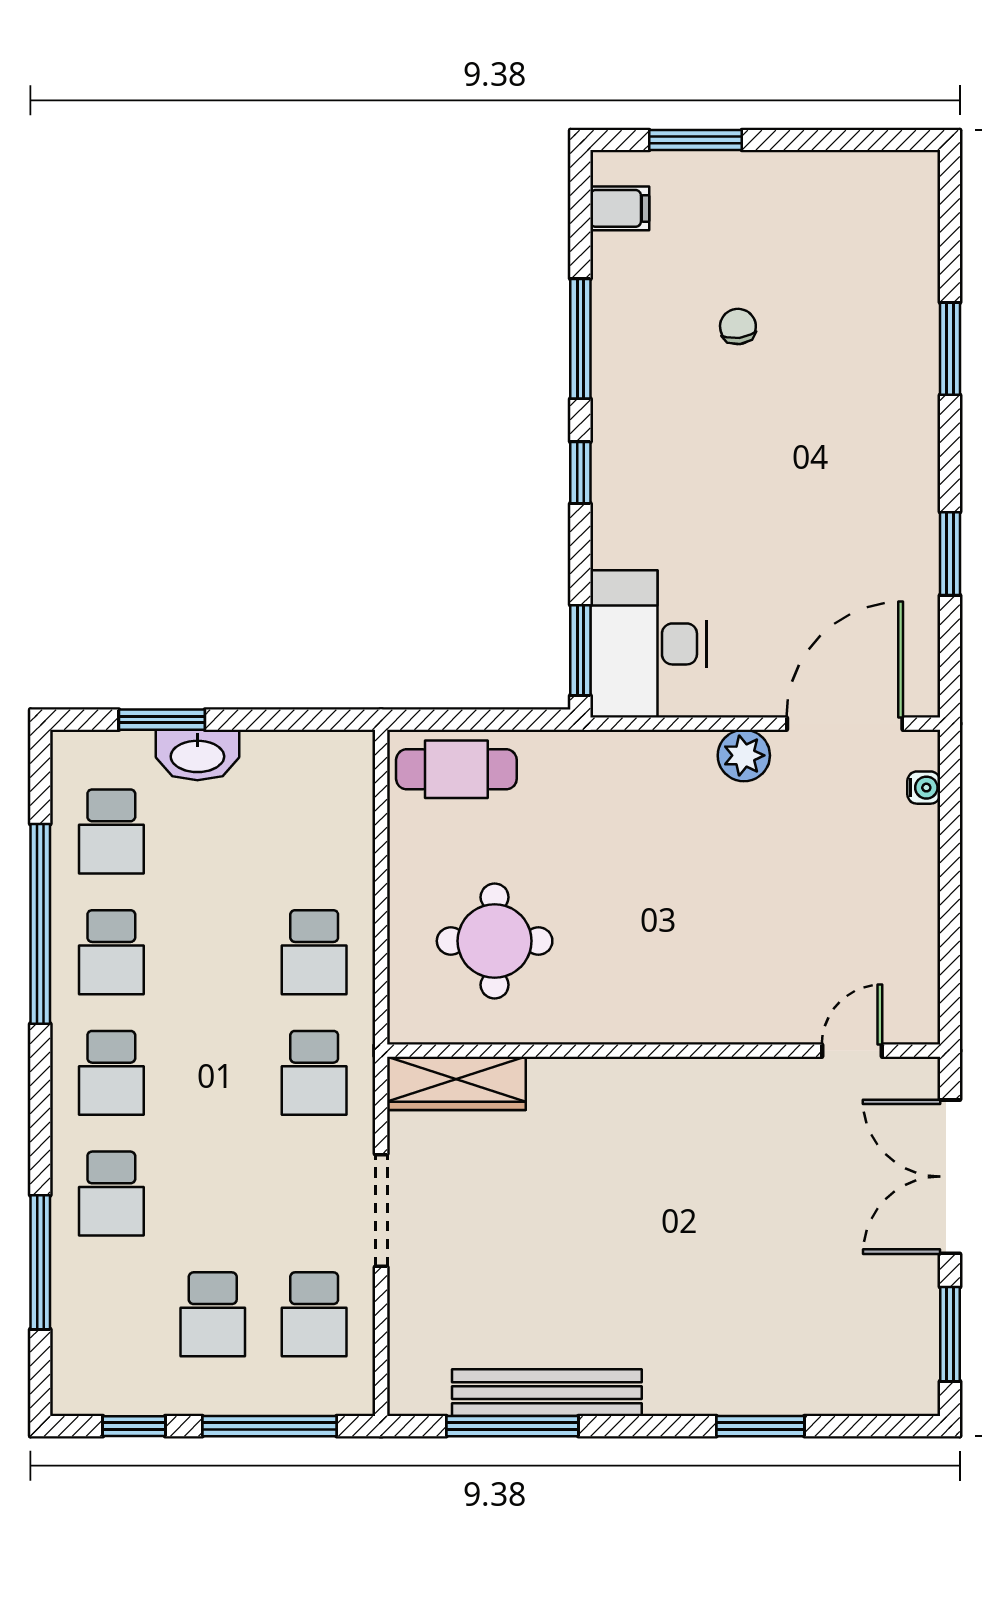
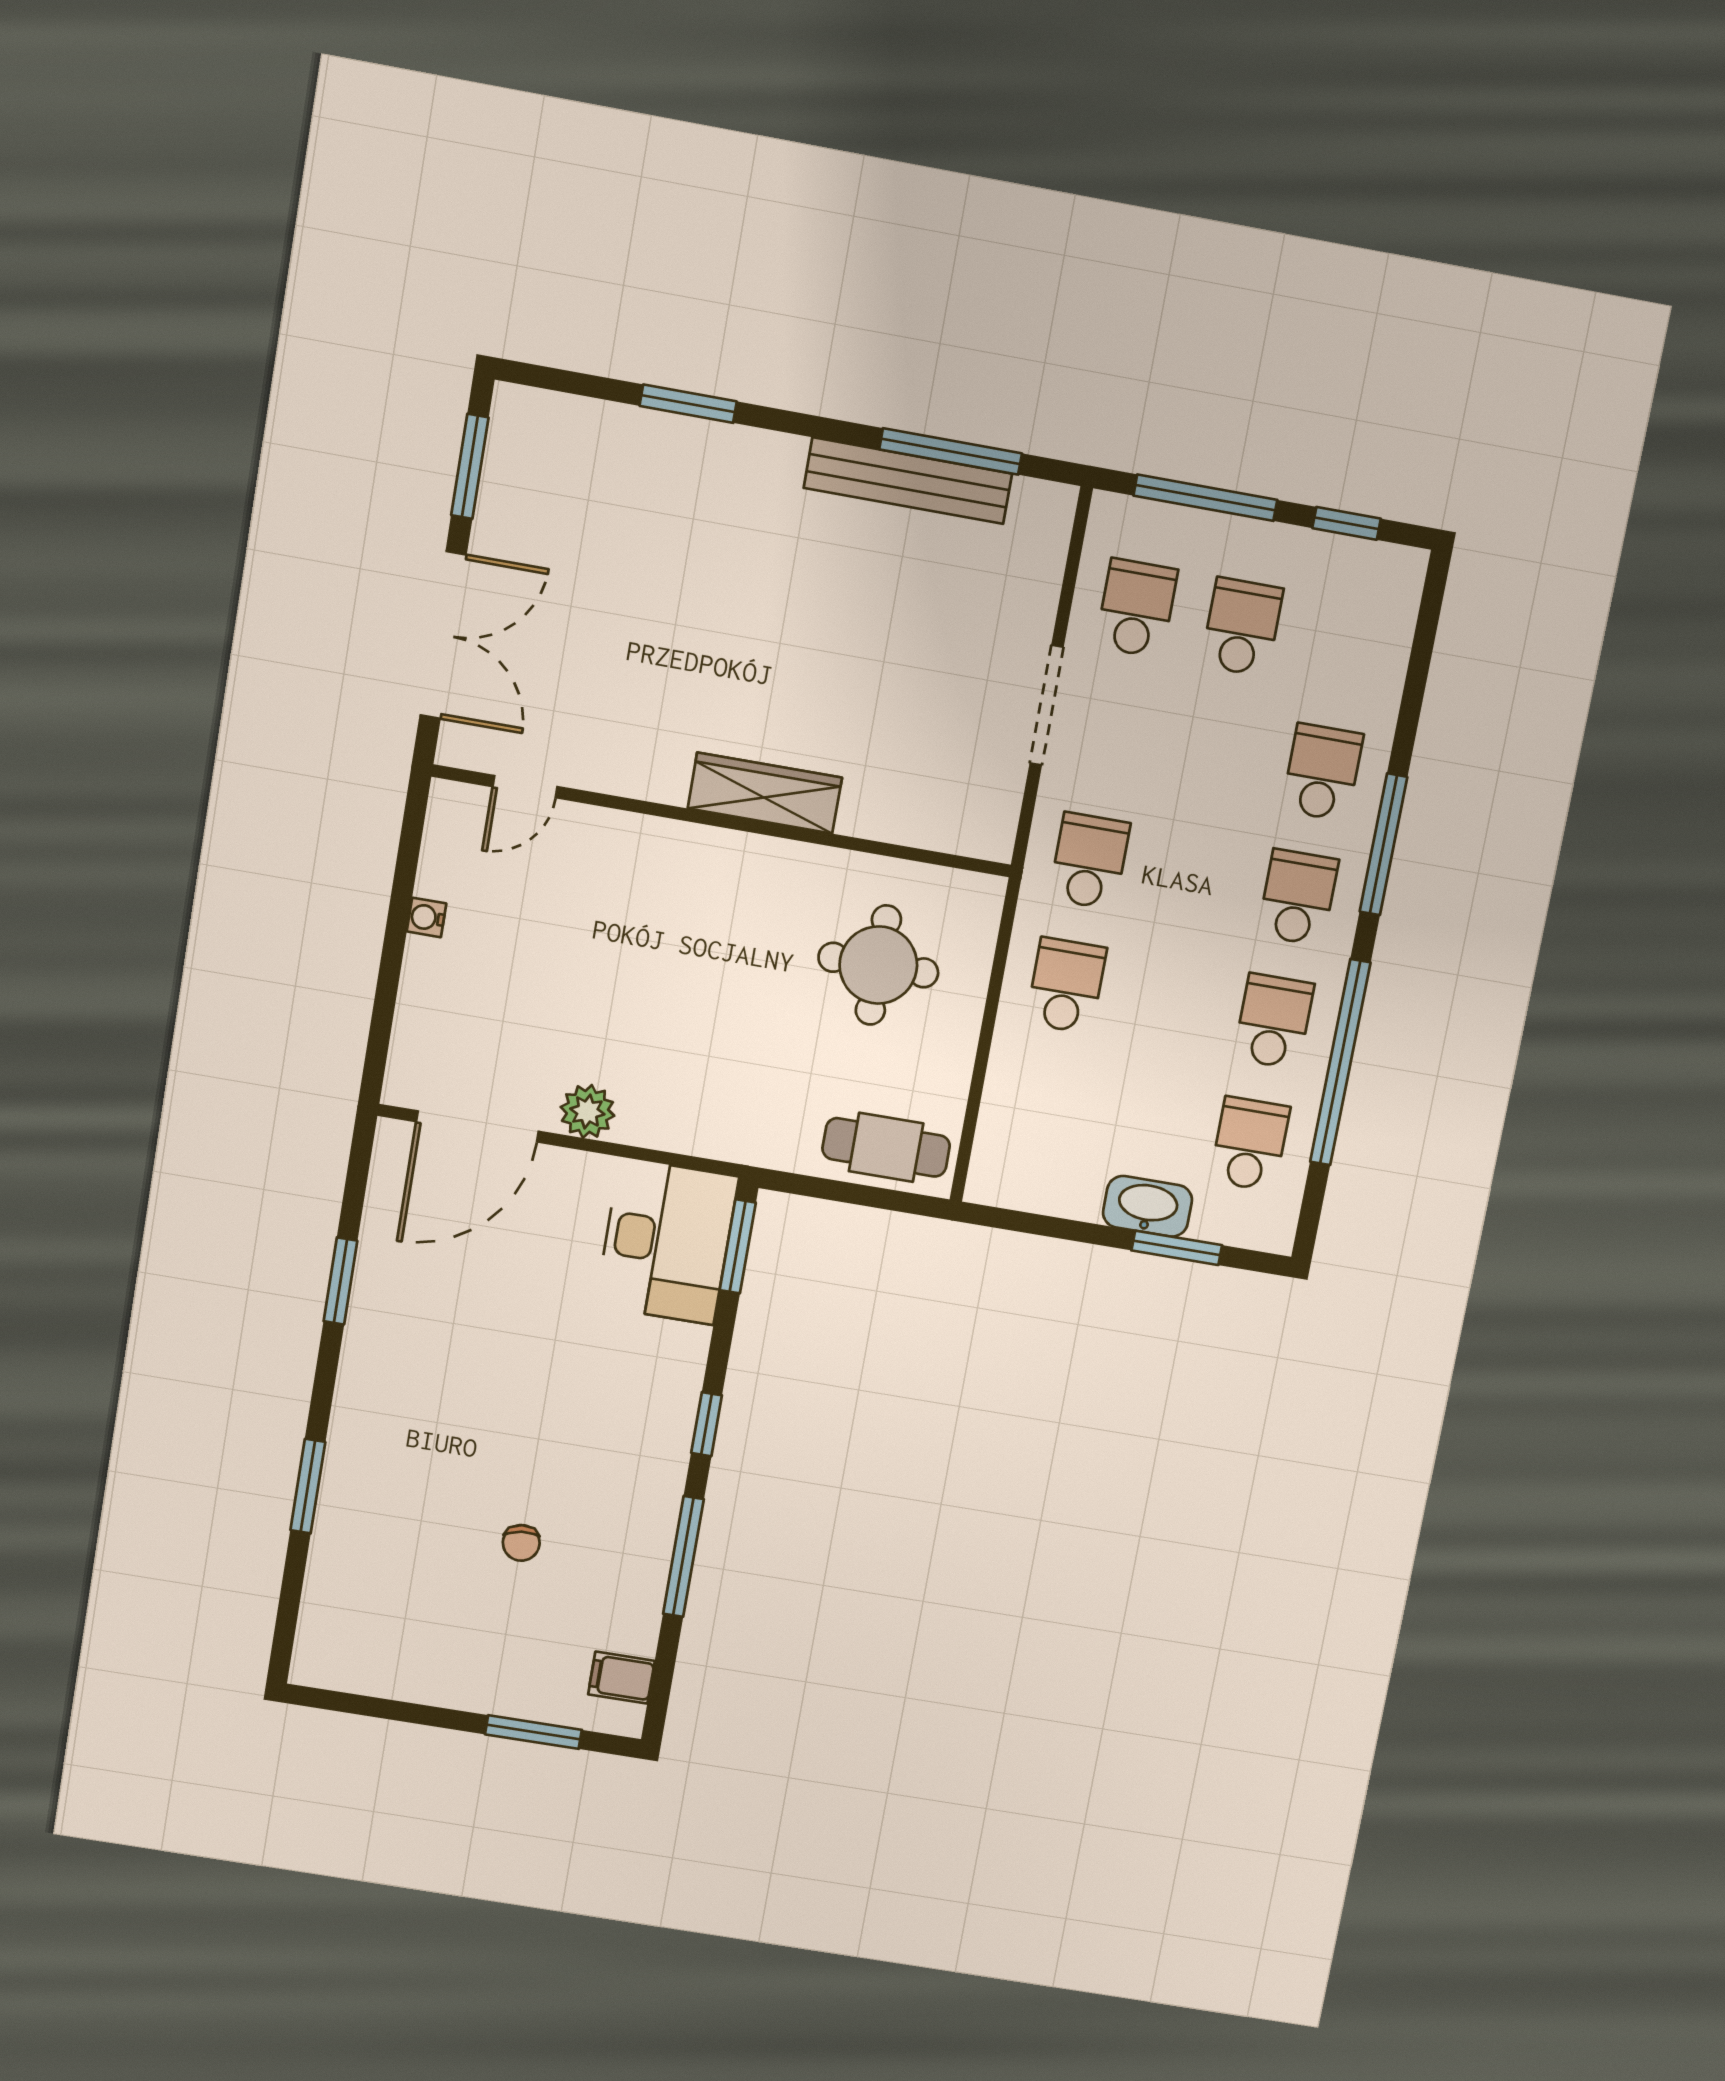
water cooler: (924, 788) -> (426, 917), moved
wardrobe: (456, 1083) -> (765, 793), moved
window: (40, 1262) -> (1383, 844), moved

